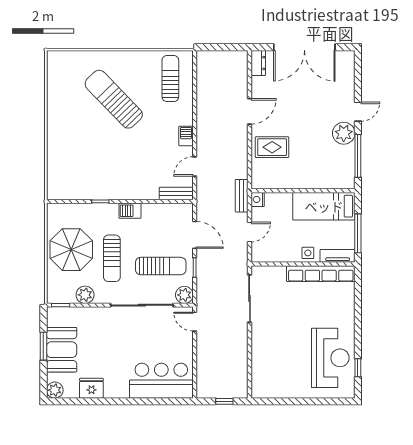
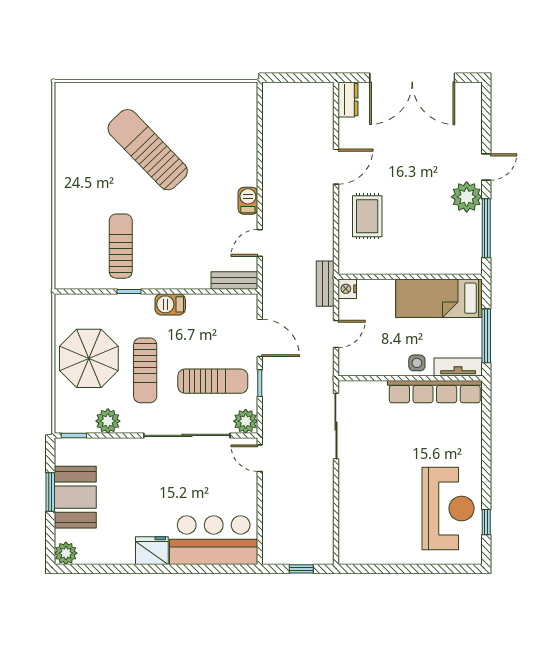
sun lounger: (170, 79) -> (121, 246), moved
rug: (272, 147) -> (367, 216), turned 90
fridge: (91, 388) -> (152, 551), moved

